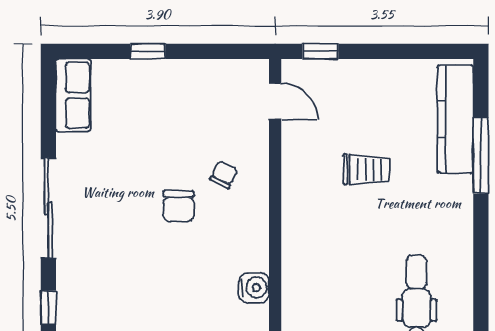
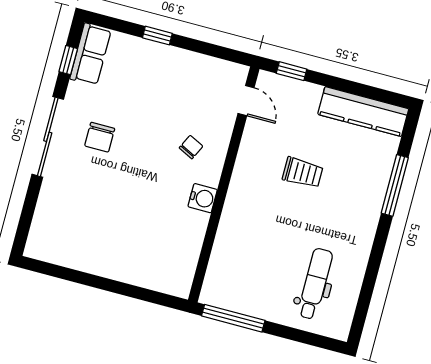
kitchen counter: (455, 119) -> (363, 112), moved, turned -90
chair: (179, 206) -> (100, 137), moved
water cooler: (254, 288) -> (203, 198), moved
window: (48, 308) -> (68, 60), moved

